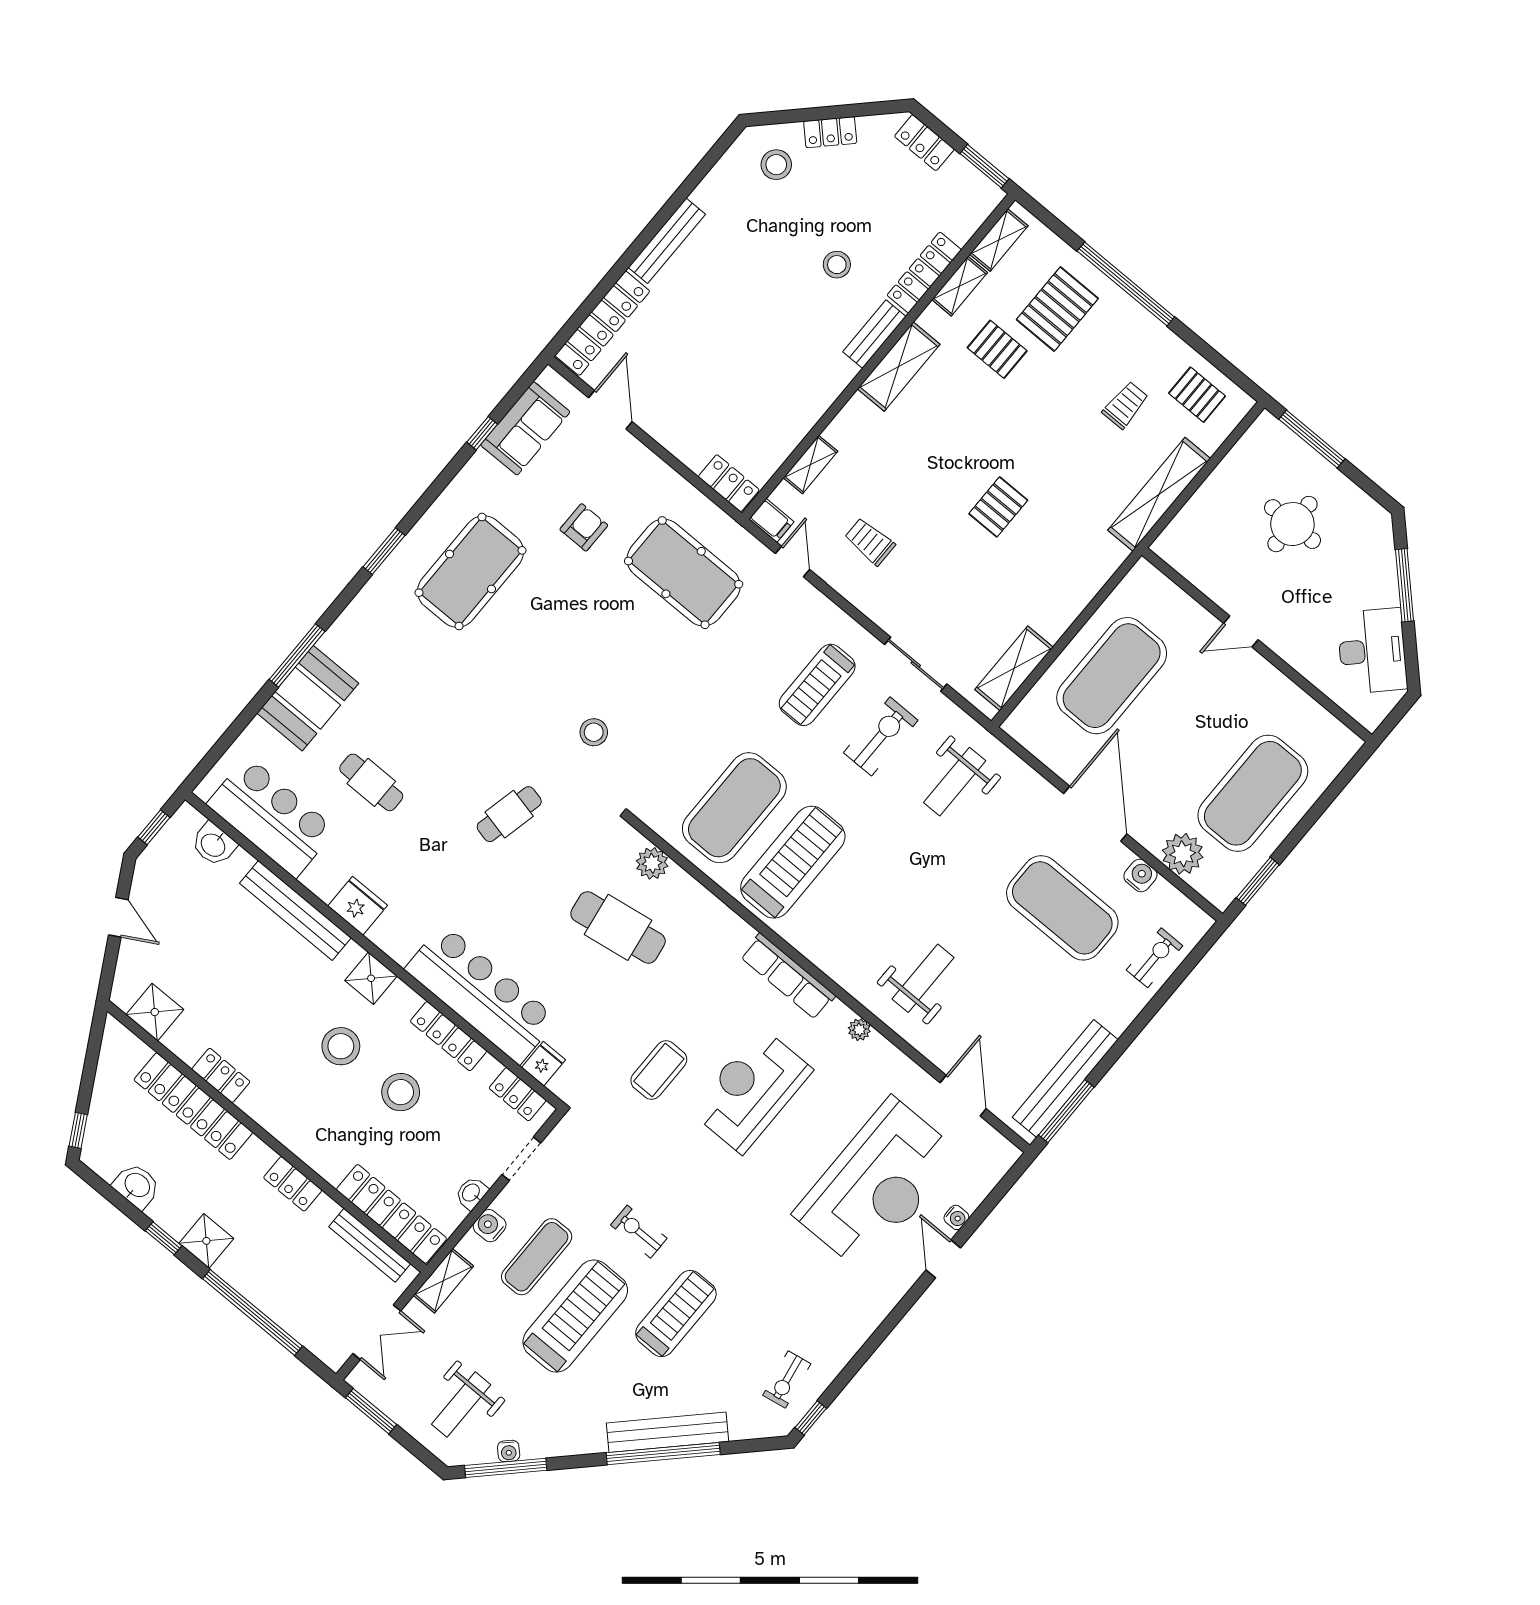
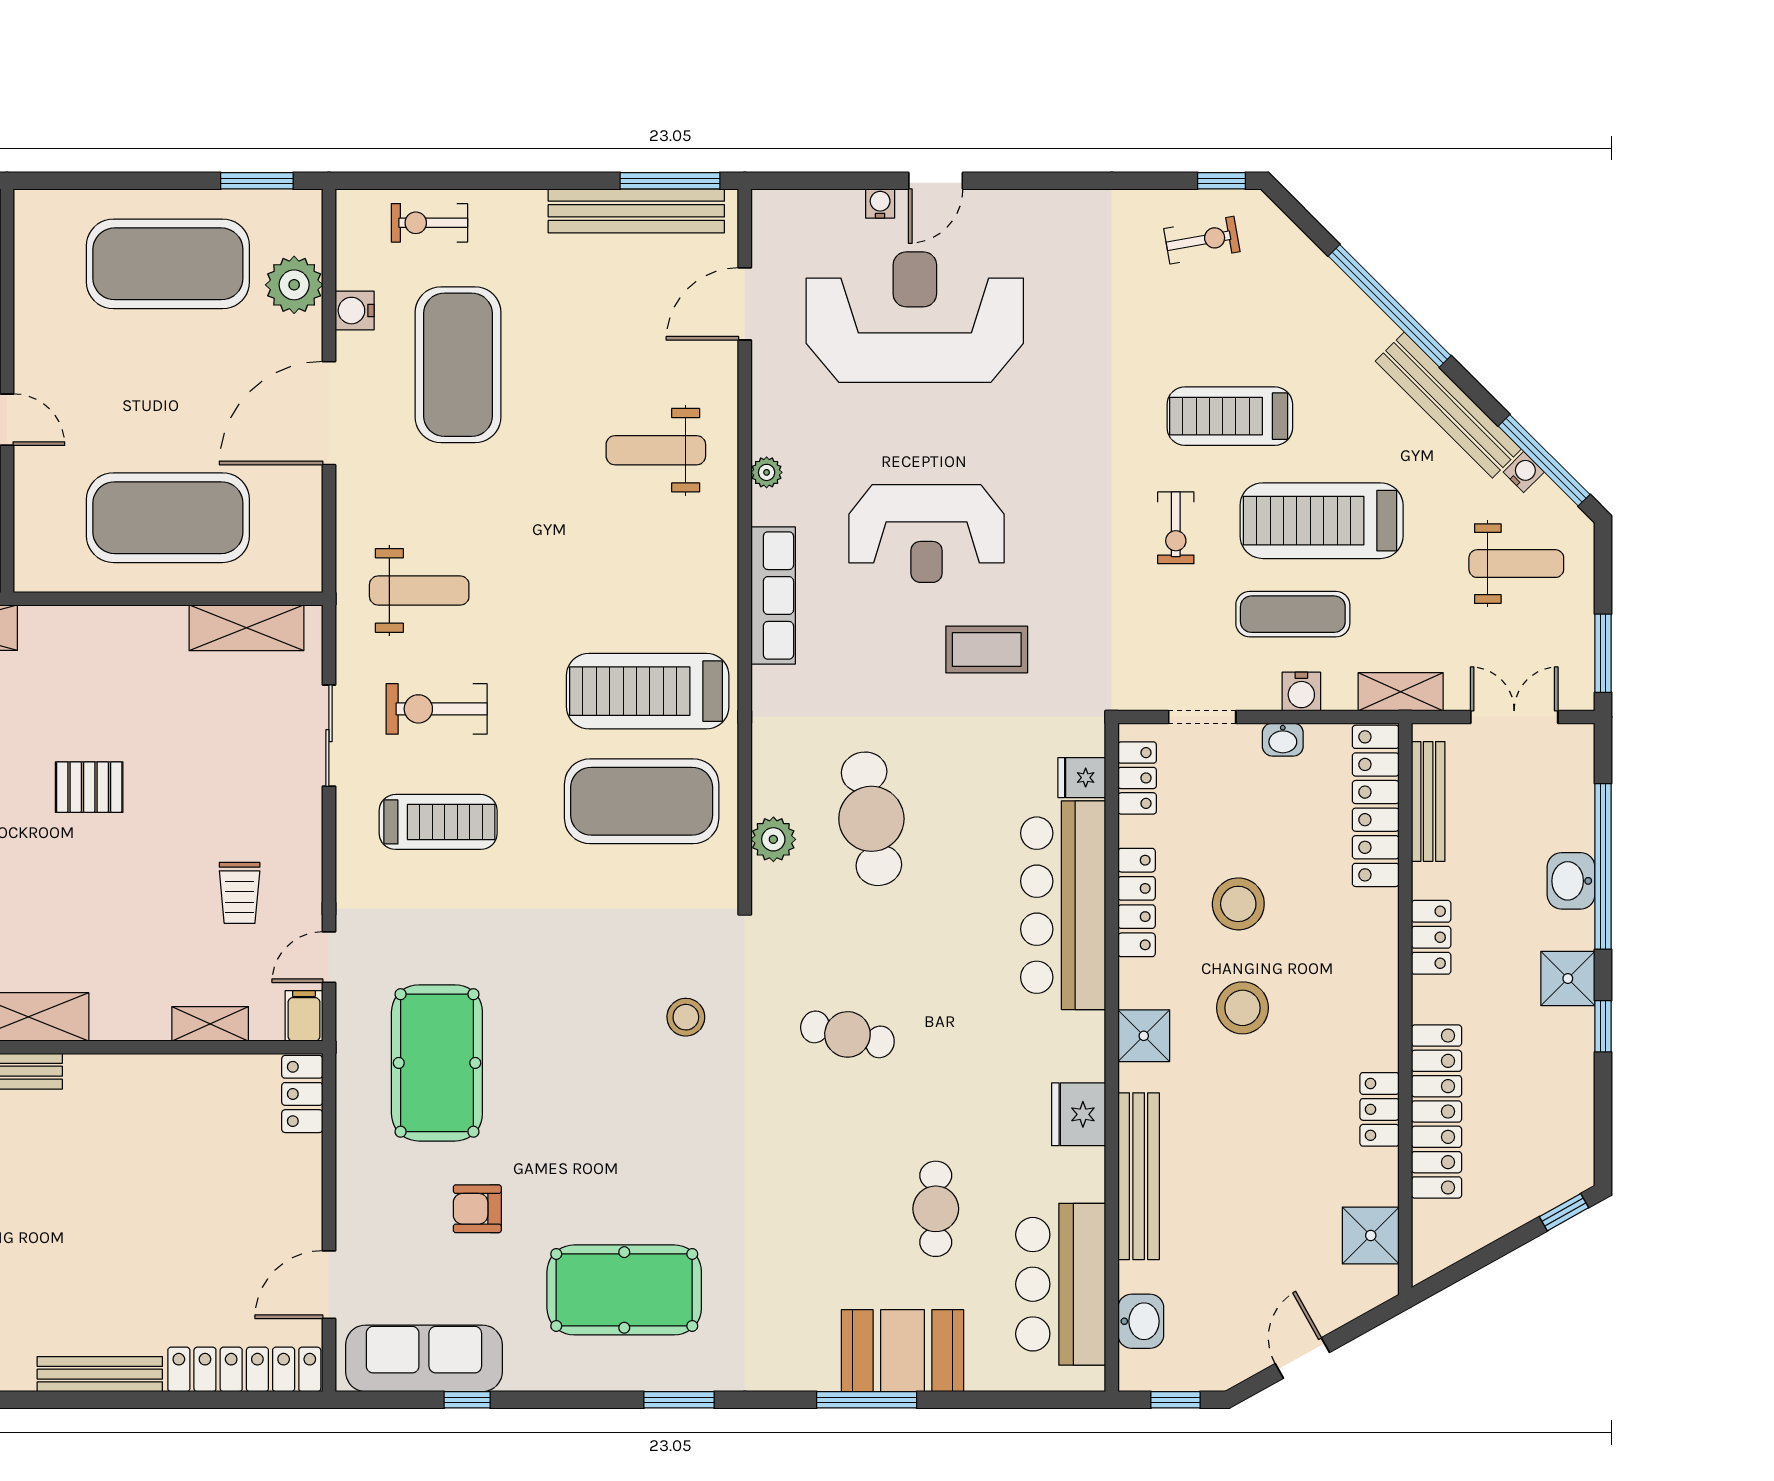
sofa: (525, 428) -> (424, 1358), width x1.36
washbasin: (137, 1186) -> (1571, 881), moved
bench: (667, 1432) -> (1448, 405), moved

